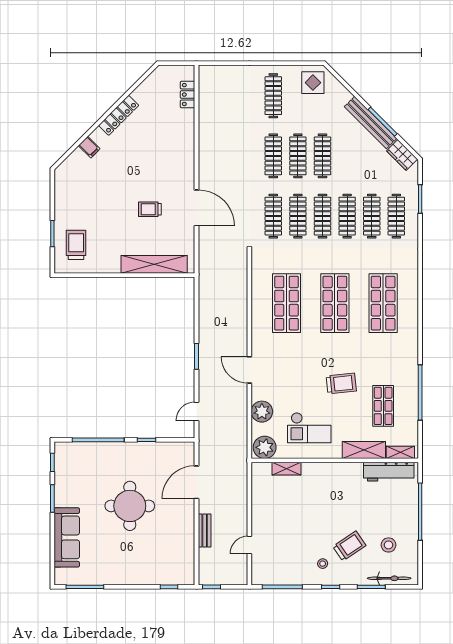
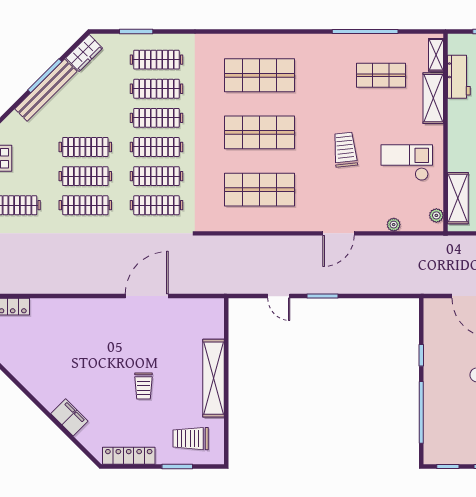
locker: (119, 115) -> (129, 456), moved, turned -45
filing cabinet: (89, 147) -> (69, 417), width x2.00
trolley: (150, 209) -> (143, 386), moved
shelving: (154, 264) -> (214, 378), moved
trolley: (341, 383) -> (345, 150), moved
door: (197, 412) -> (279, 296), moved
plant: (262, 412) -> (394, 225), width x0.53, depth x0.53
checkout: (309, 428) -> (407, 163), turned -90
plant: (265, 447) -> (436, 215), width x0.53, depth x0.53
shelving: (287, 469) -> (458, 198), width x1.50, depth x1.33
workbench: (389, 472) -> (459, 77), width x0.73

